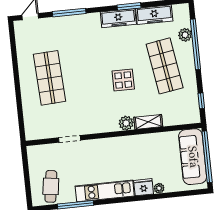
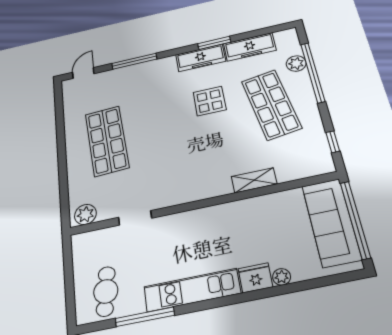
display table: (123, 80) -> (210, 101), moved
plant: (126, 123) -> (85, 214), moved

